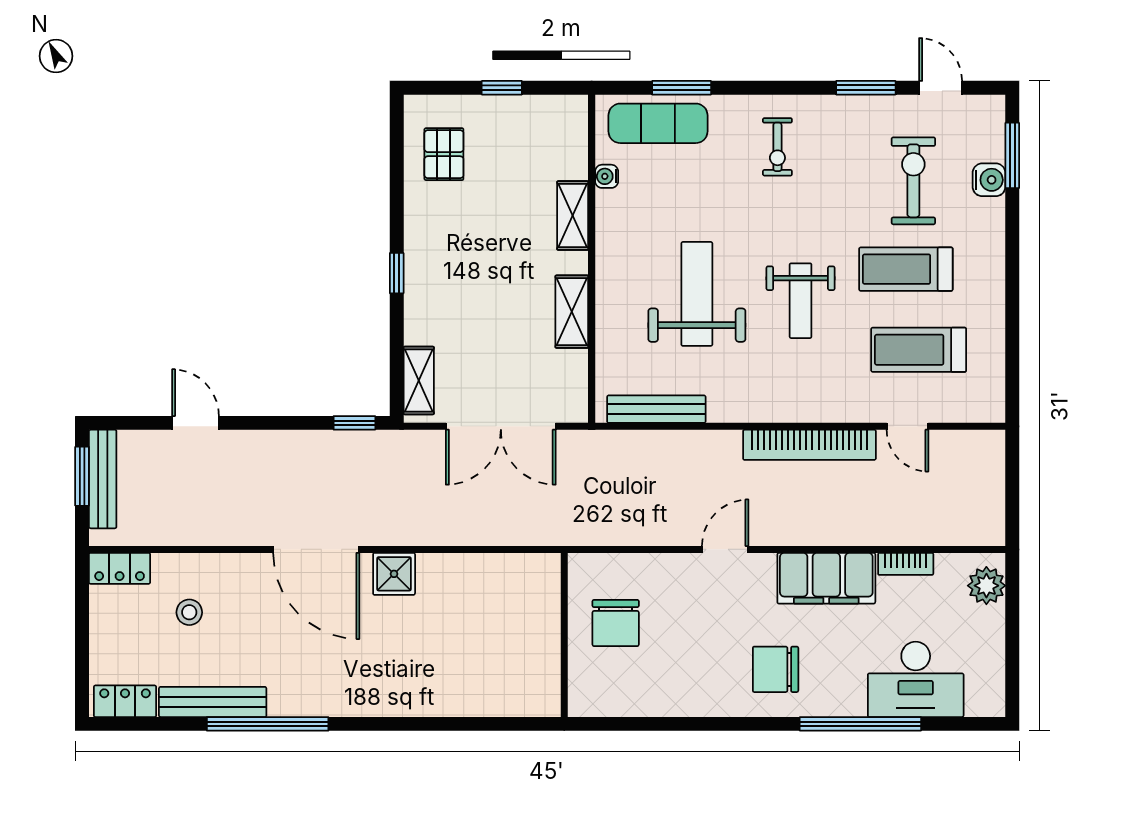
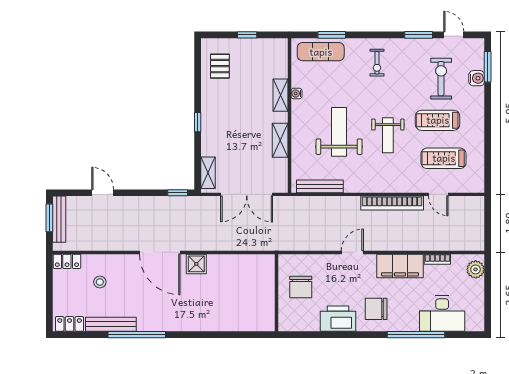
water cooler: (607, 176) -> (296, 94), moved
printer: (695, 690) -> (338, 319), added

